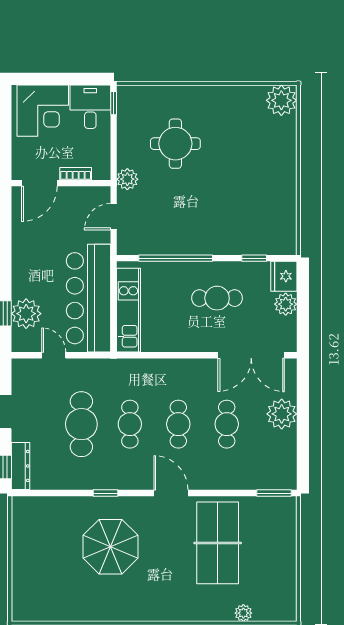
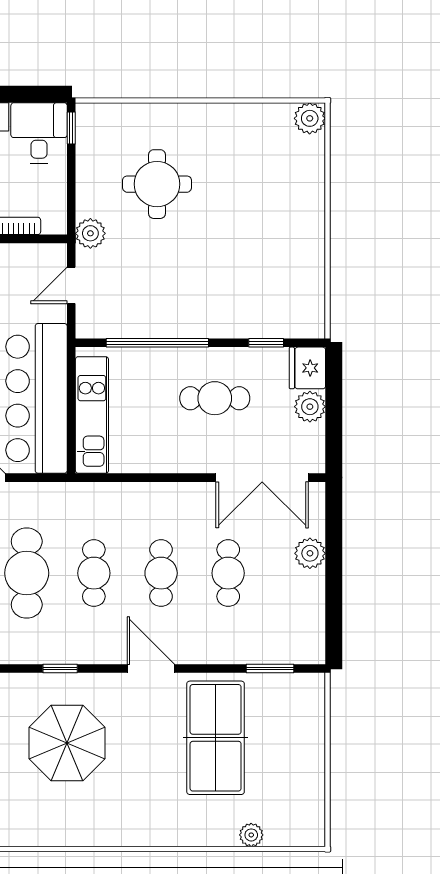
plant: (281, 100) -> (310, 118), width x0.73, depth x0.73
plant: (282, 414) -> (310, 553), width x0.73, depth x0.73
window: (274, 493) -> (270, 669), moved

